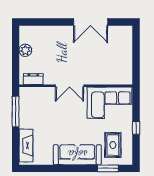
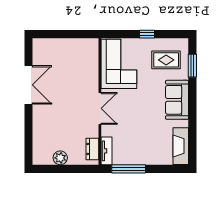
tv unit: (32, 92) -> (107, 151), added
fireplace: (26, 146) -> (181, 146), moved, turned -90
sofa: (77, 155) -> (177, 100), width x0.73

